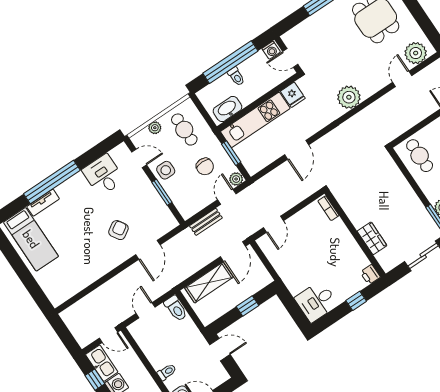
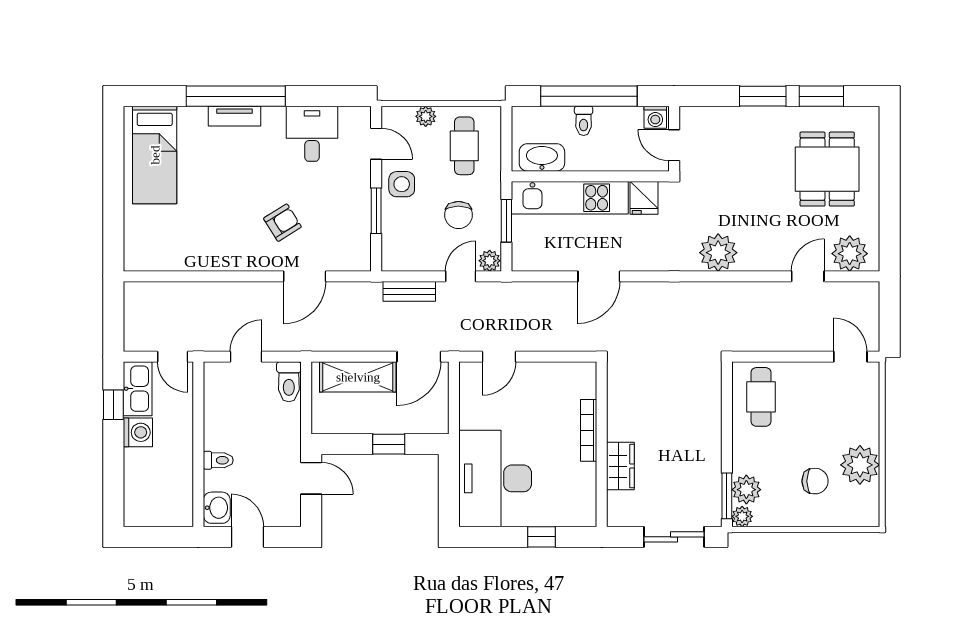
tv unit: (43, 203) -> (234, 116), moved
bookcase: (328, 208) -> (589, 430), moved, width x1.56
printer: (370, 275) -> (585, 514), removed
desk: (316, 301) -> (495, 478), width x1.87, depth x1.30

